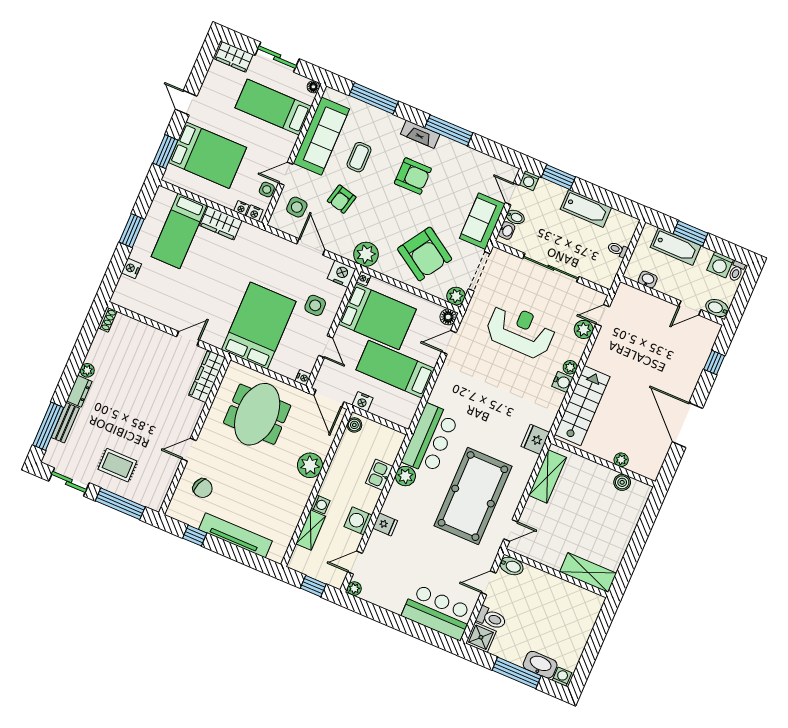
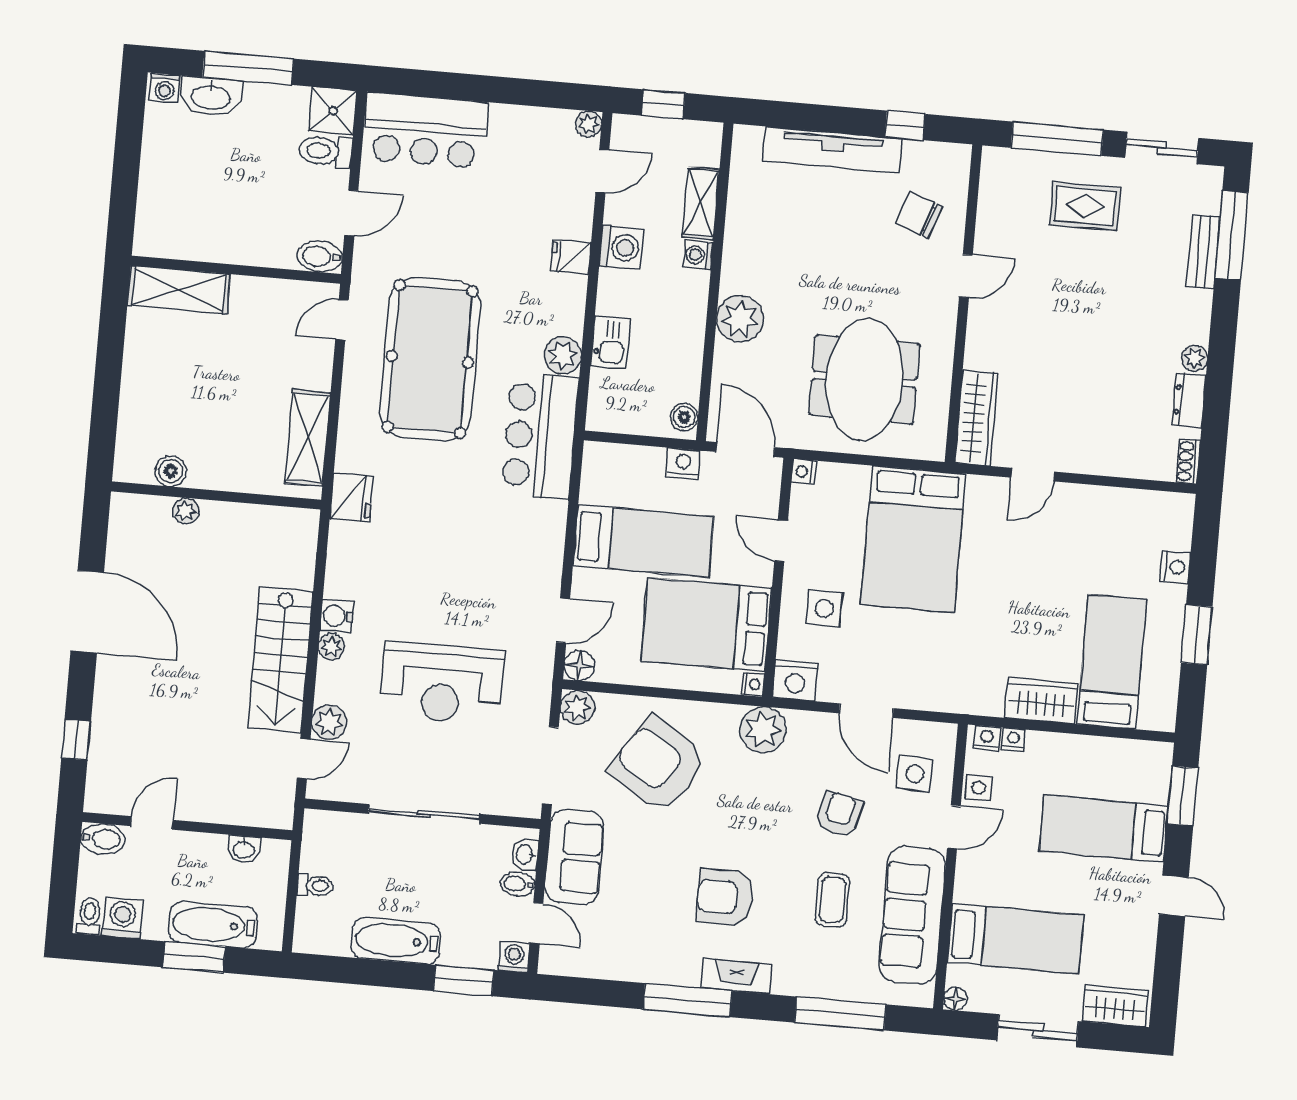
bed: (207, 155) -> (1104, 828), width x0.67
dresser: (79, 391) -> (1189, 400), moved
stairs: (582, 406) -> (280, 660), moved

